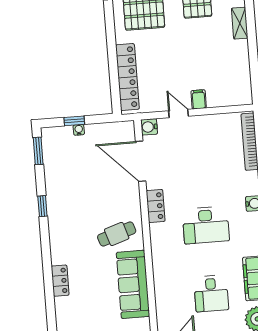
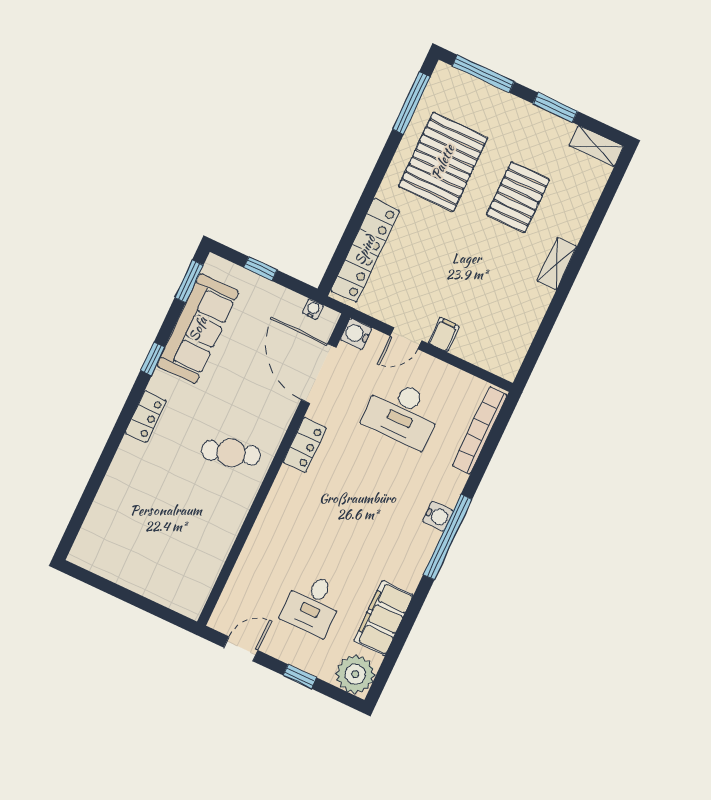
door: (178, 113) -> (406, 338), swing flipped
water cooler: (79, 130) -> (313, 309), moved
desk: (206, 225) -> (402, 413), moved
locker: (60, 281) -> (146, 417), moved
sofa: (133, 284) -> (198, 329), moved, turned 180

